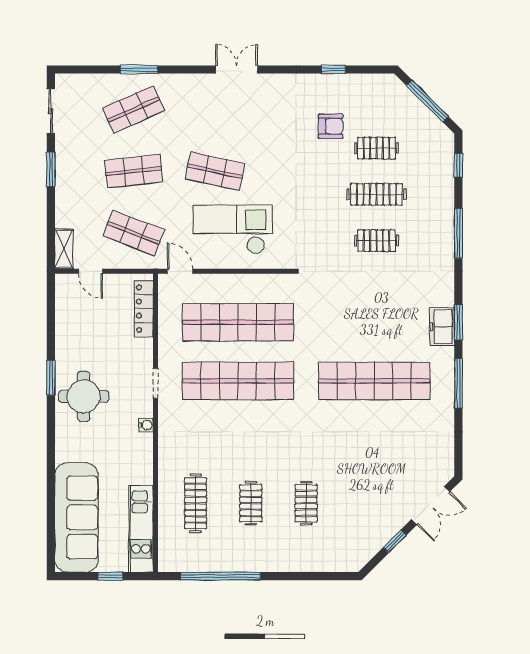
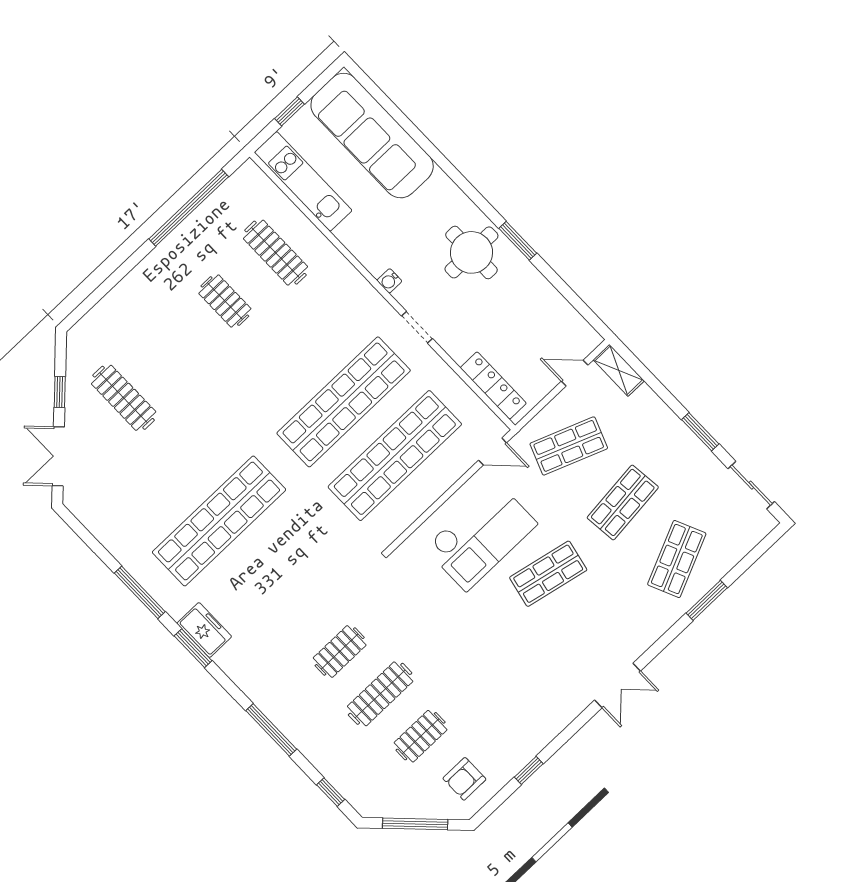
armchair: (331, 126) -> (464, 779), moved
clothes rail: (306, 503) -> (124, 398), moved, width x1.36

